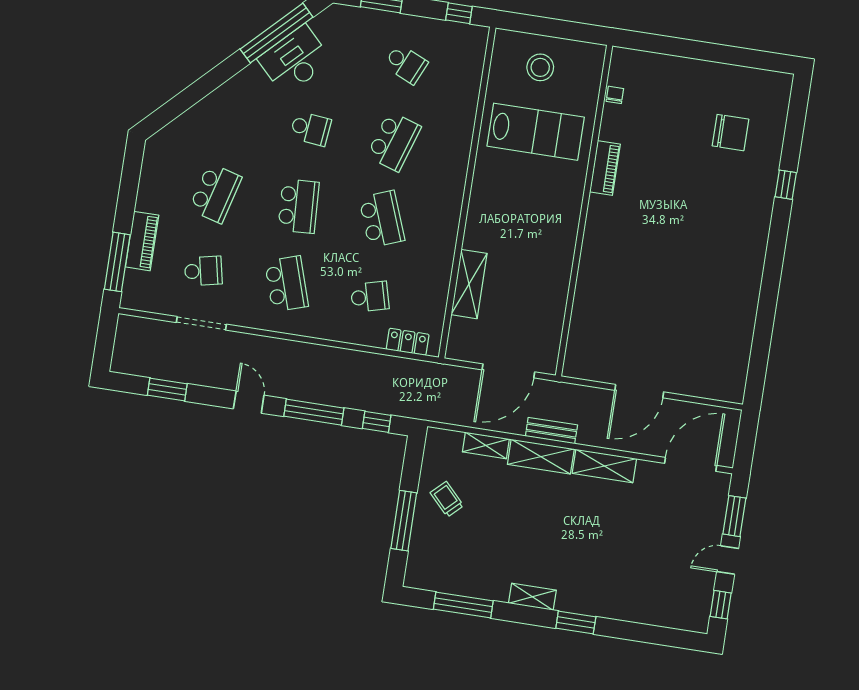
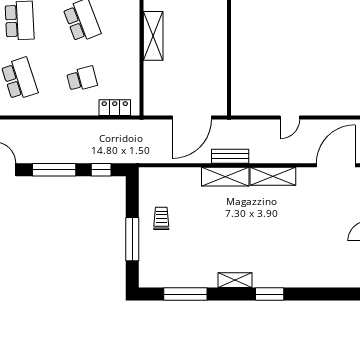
shelving: (469, 284) -> (153, 36), moved
door: (639, 391) -> (290, 117), width x0.53
shelving: (486, 445) -> (184, 175), removed
trolley: (447, 499) -> (161, 218), turned 44

